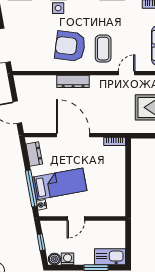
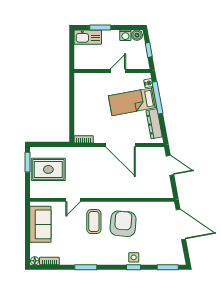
armchair: (70, 46) -> (123, 224), turned -92
dresser: (73, 81) -> (121, 192), removed
dresser: (34, 154) -> (154, 124), width x1.44

